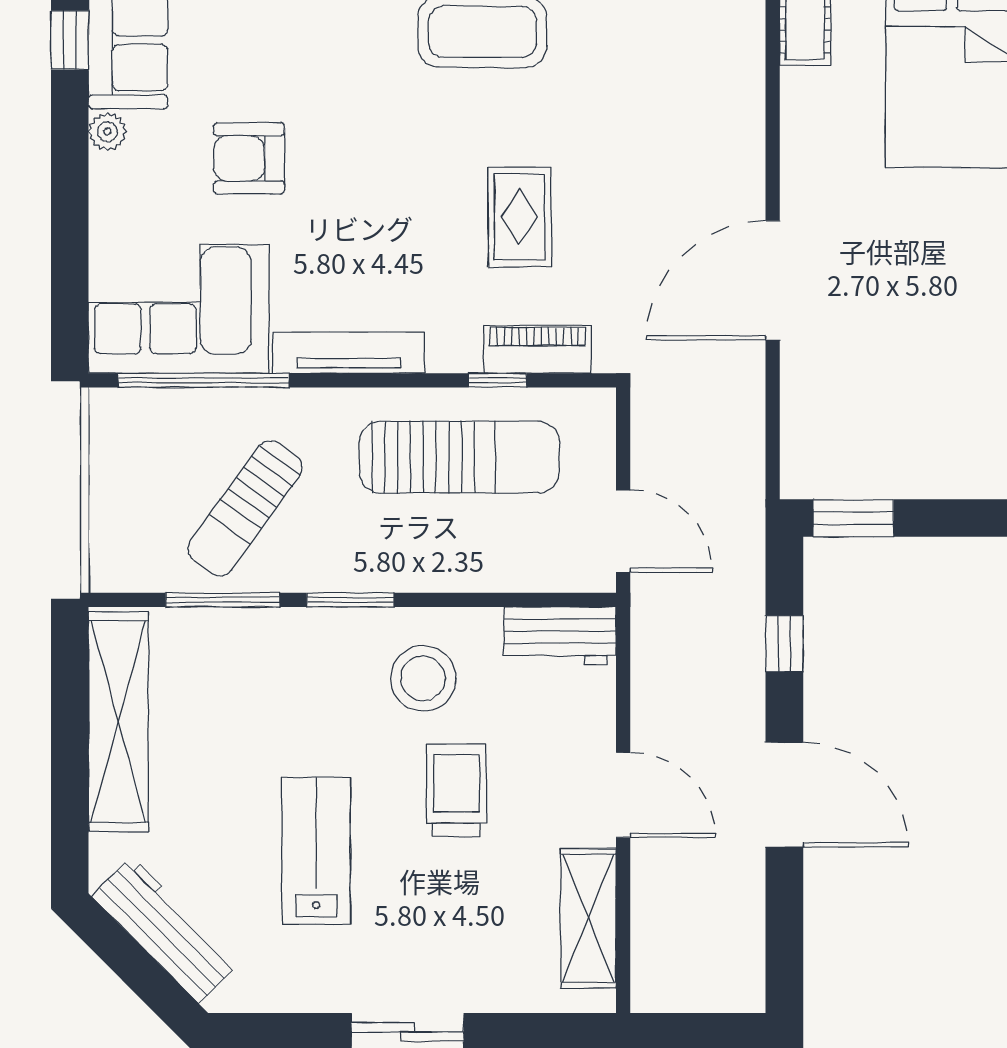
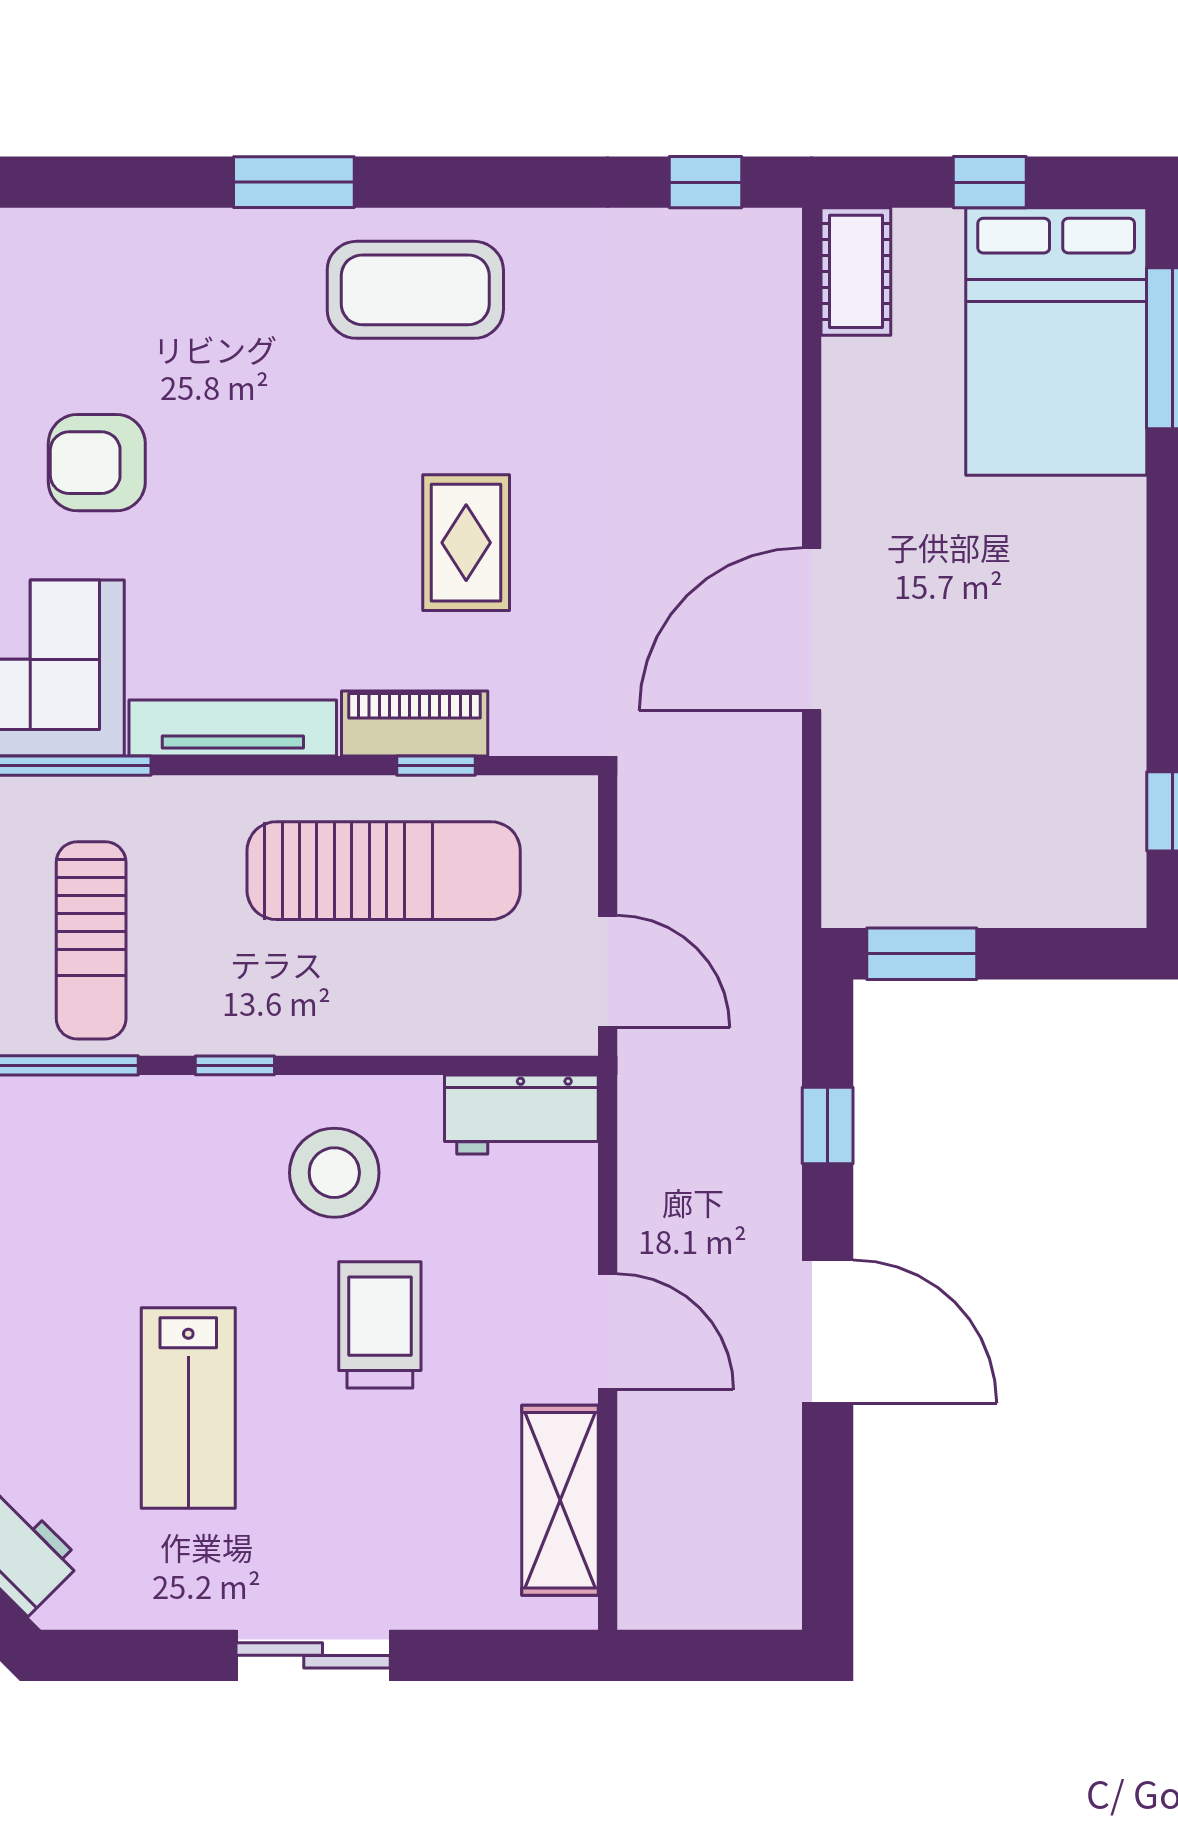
piano: (538, 349) -> (415, 723), moved
sun lounger: (245, 508) -> (91, 940), turned -36
window: (350, 600) -> (235, 1065), width x0.67
lab bench: (316, 851) -> (188, 1408), turned 180

